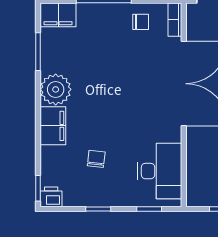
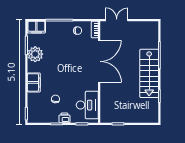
plant: (56, 89) -> (35, 54), moved
printer: (51, 197) -> (64, 118), moved

